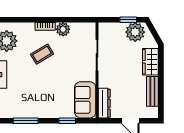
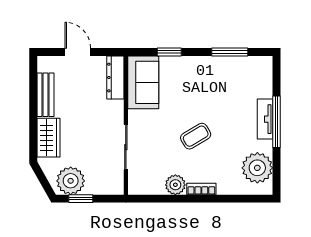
coffee table: (42, 54) -> (196, 136), moved

